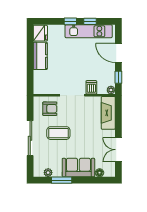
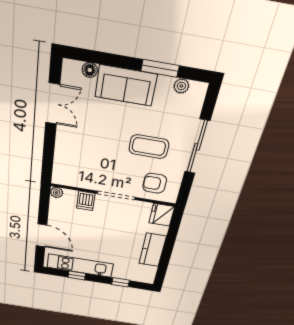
window: (70, 21) -> (120, 282), moved
fridge: (40, 33) -> (162, 215), moved
window: (118, 77) -> (44, 207), removed
fireplace: (108, 113) -> (64, 162), removed

